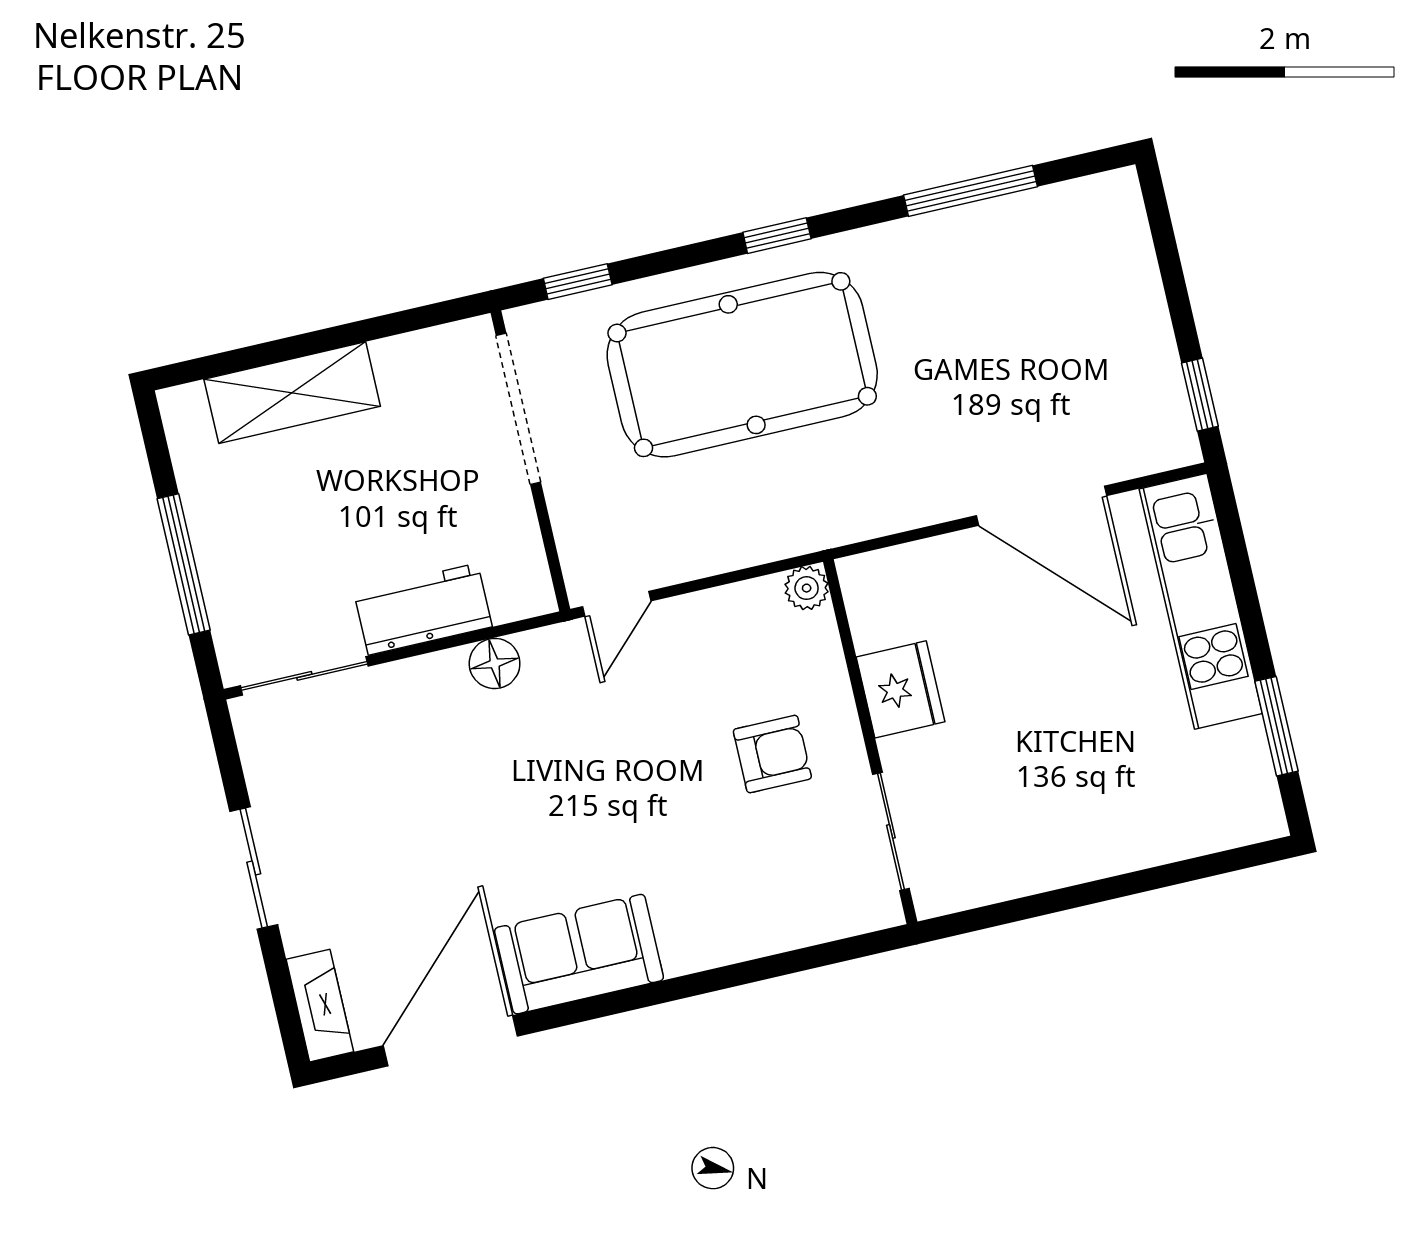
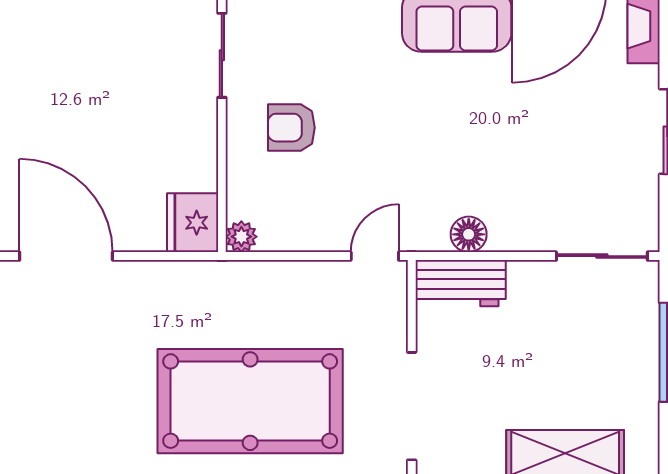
workbench: (423, 609) -> (461, 283), moved
fridge: (901, 689) -> (193, 223), moved

